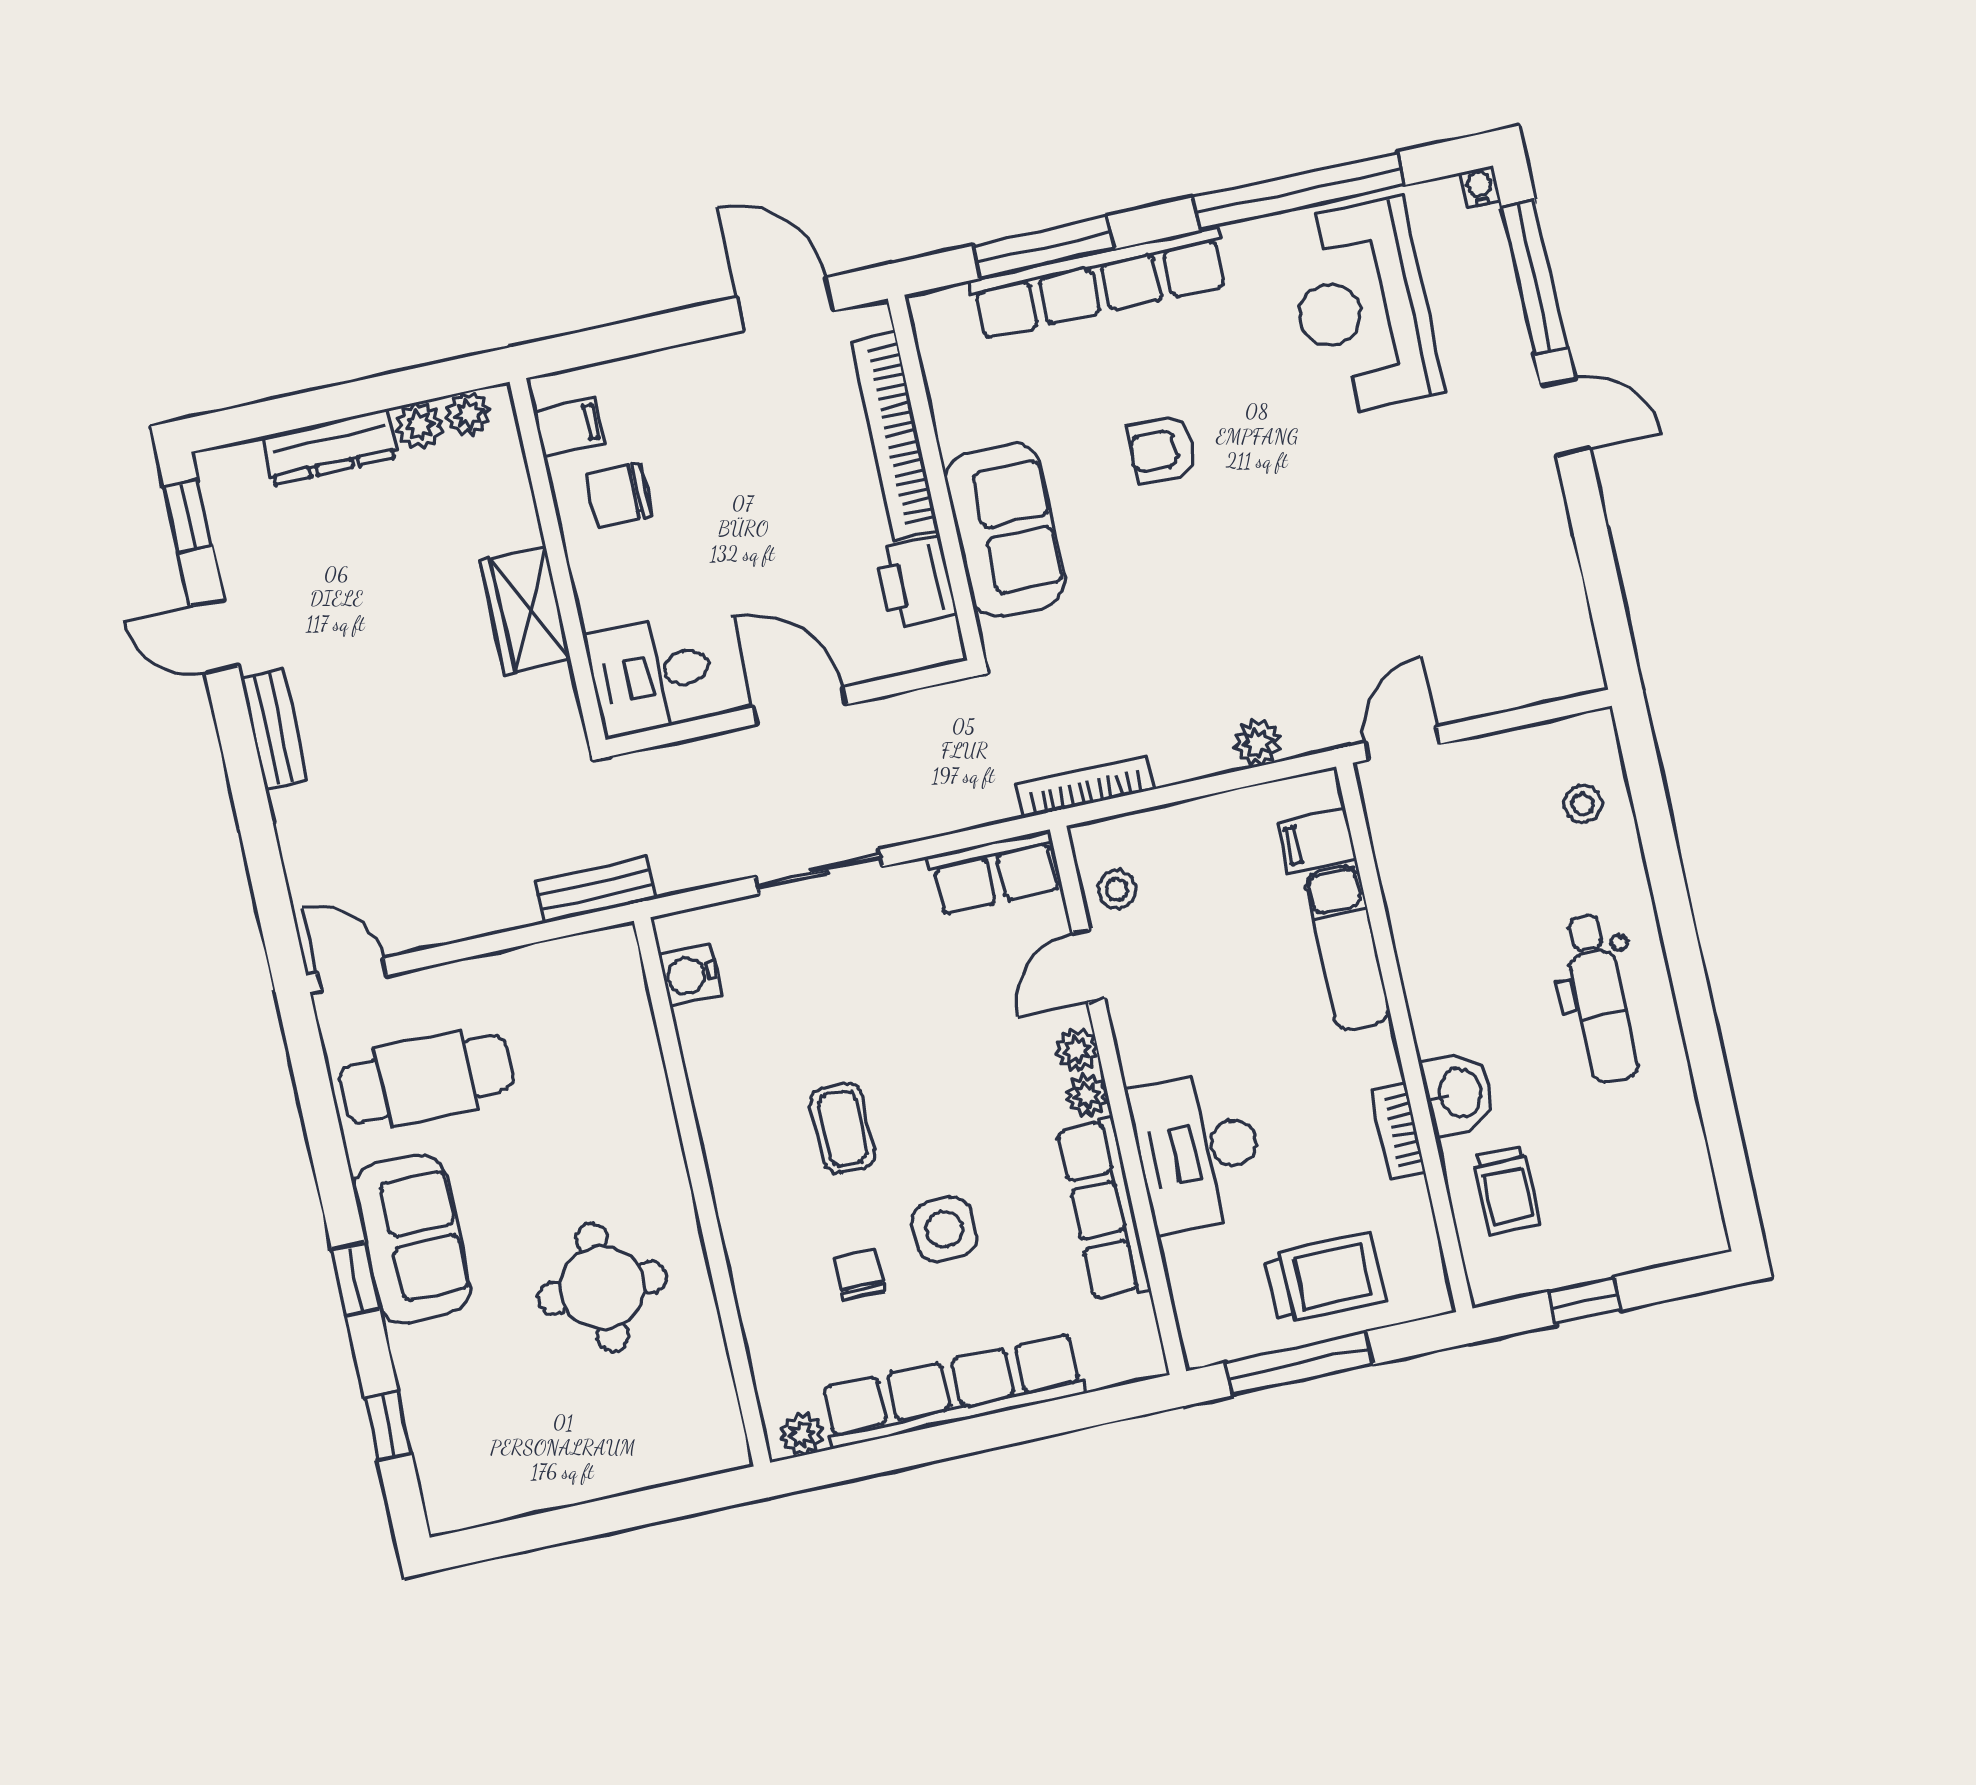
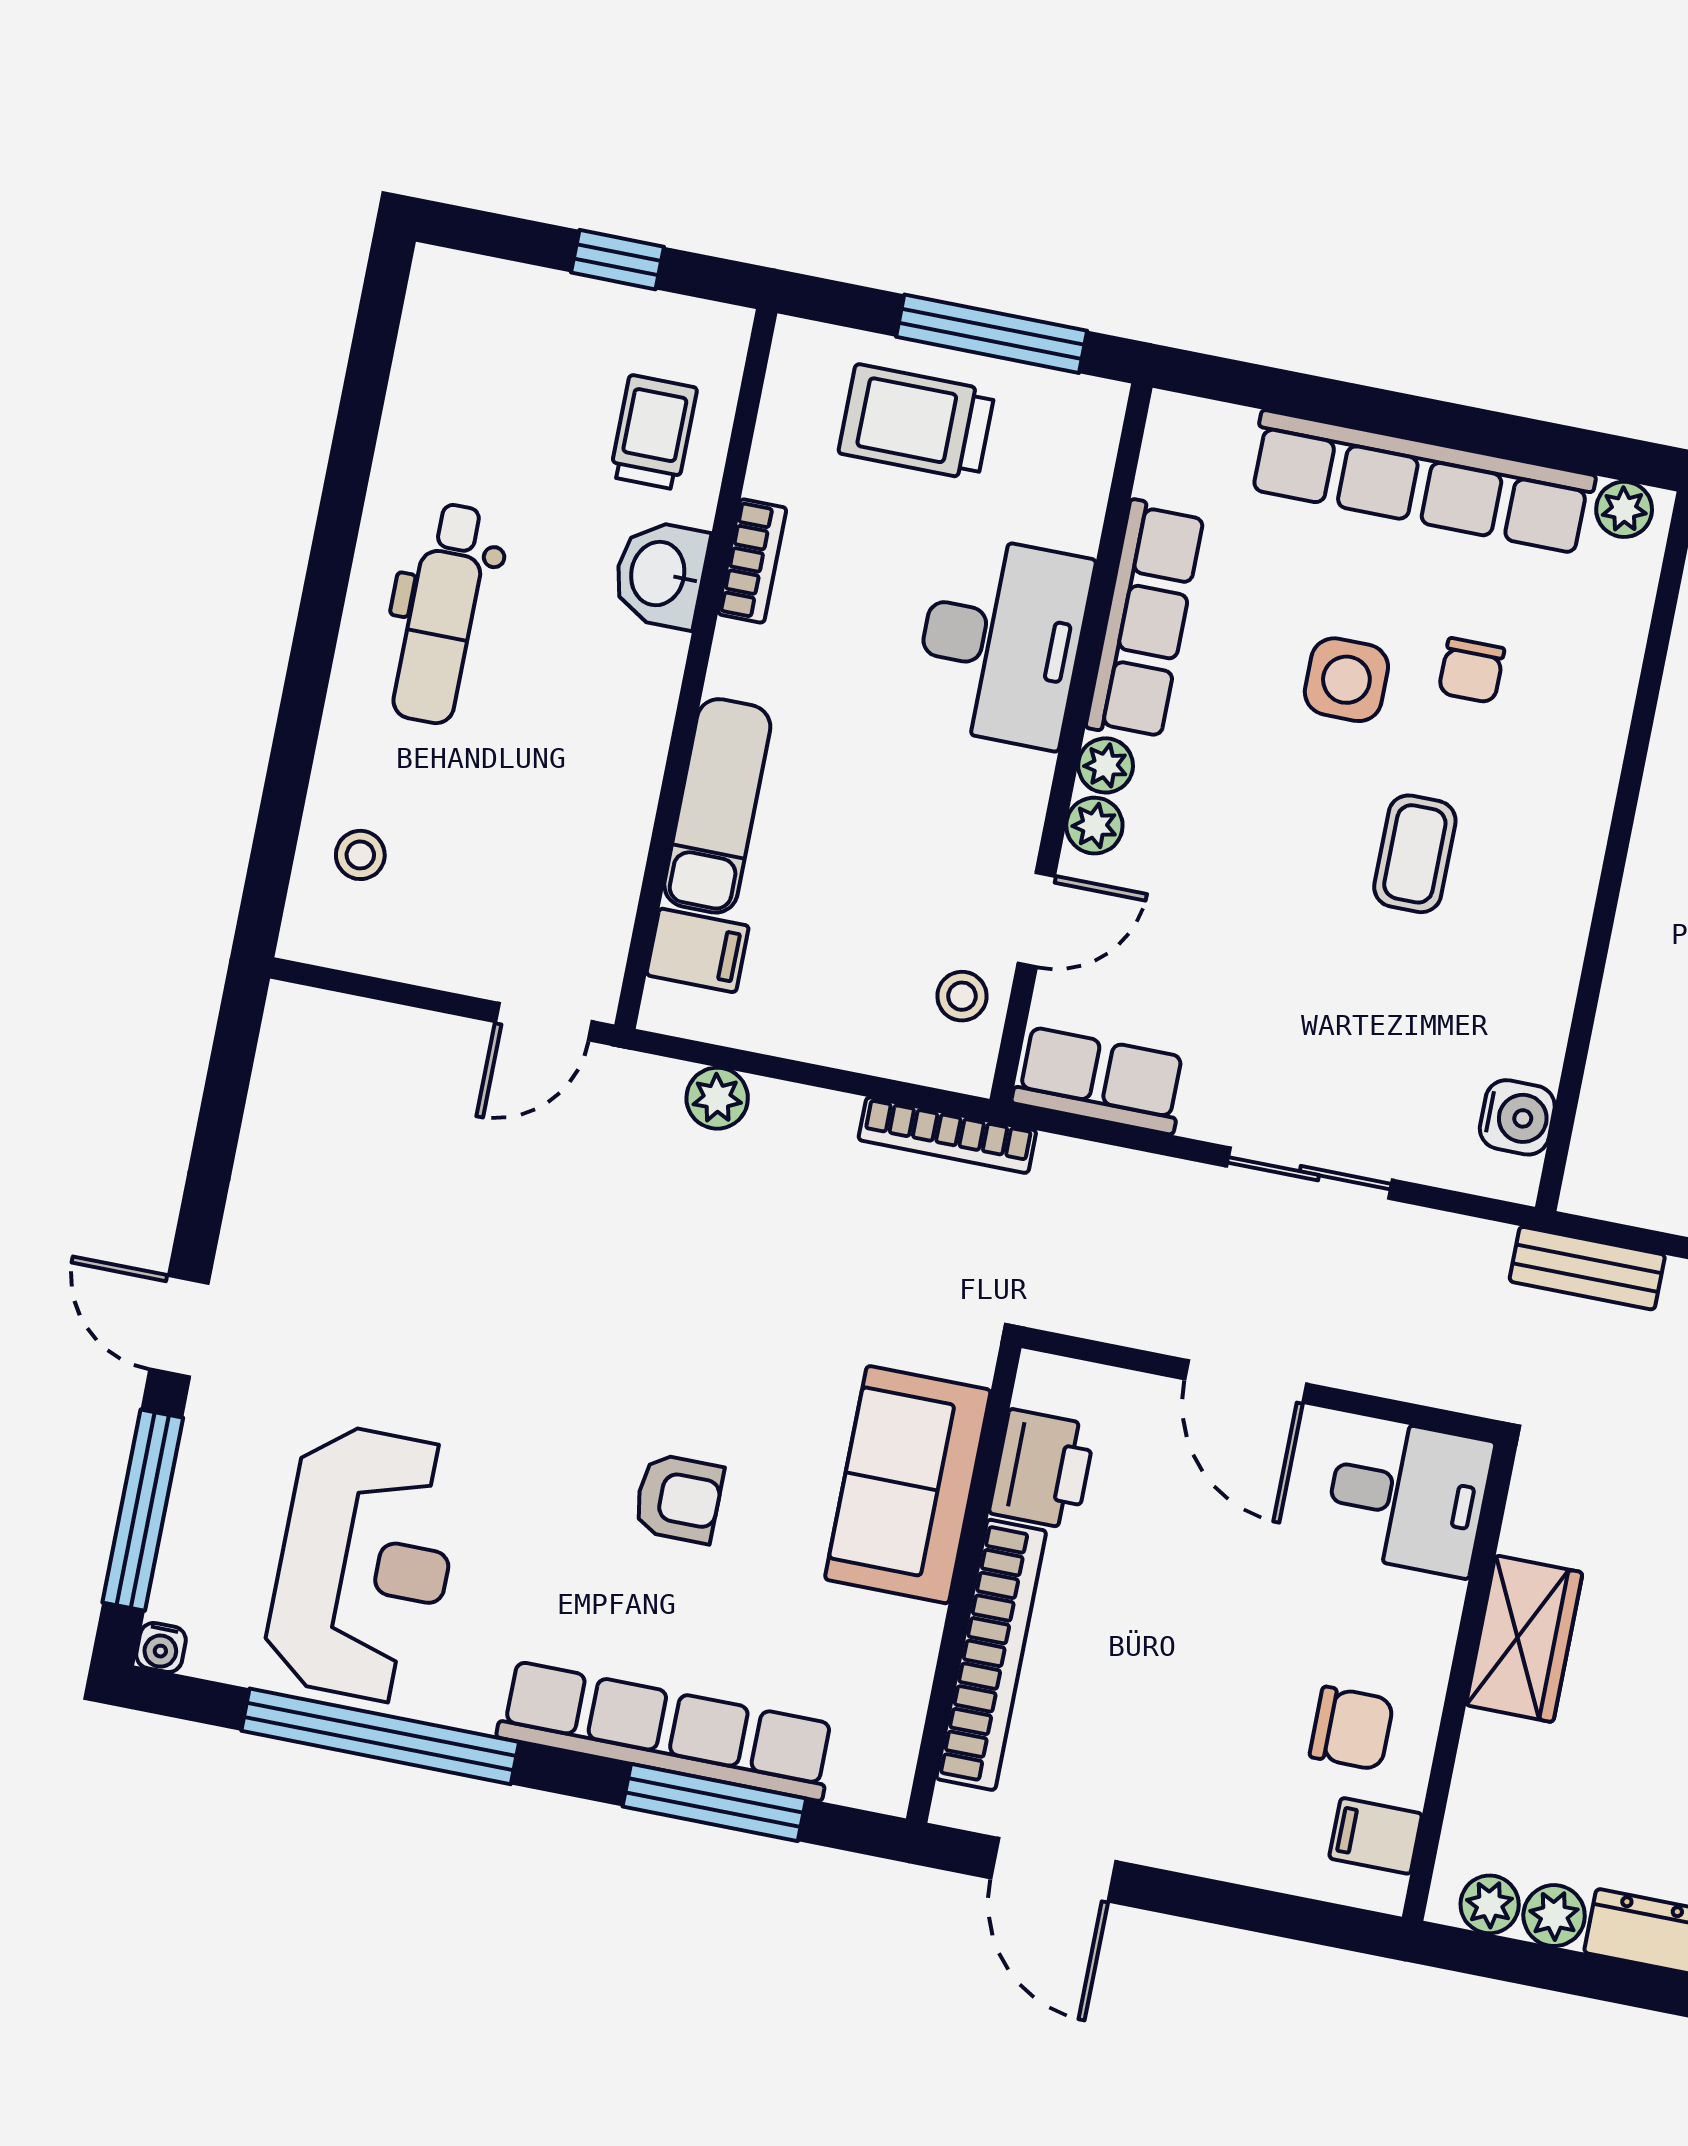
dental chair: (1600, 998) -> (441, 614), turned 180

